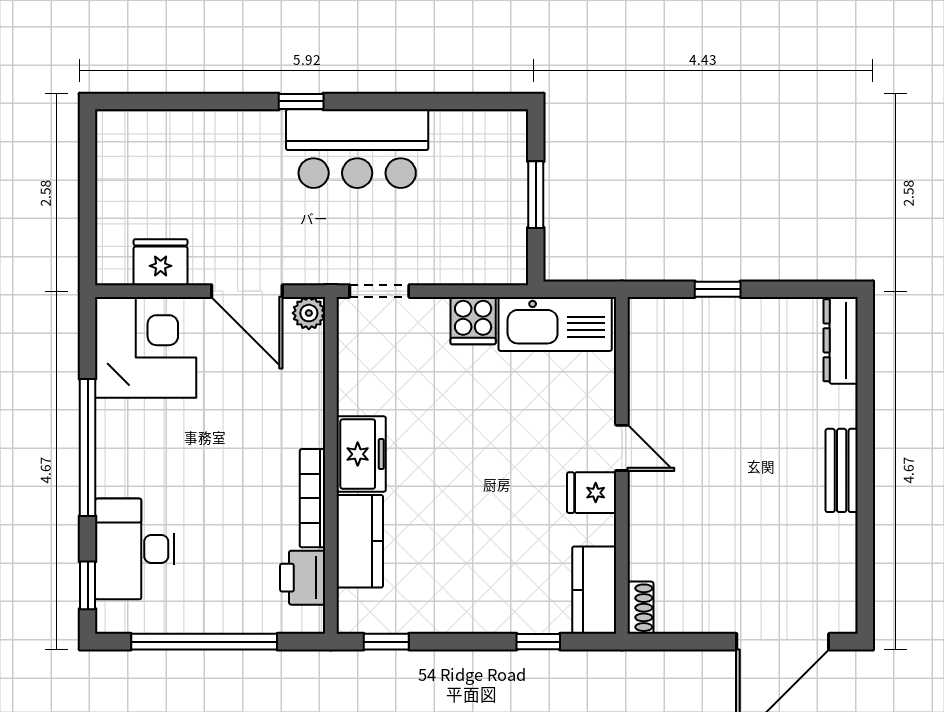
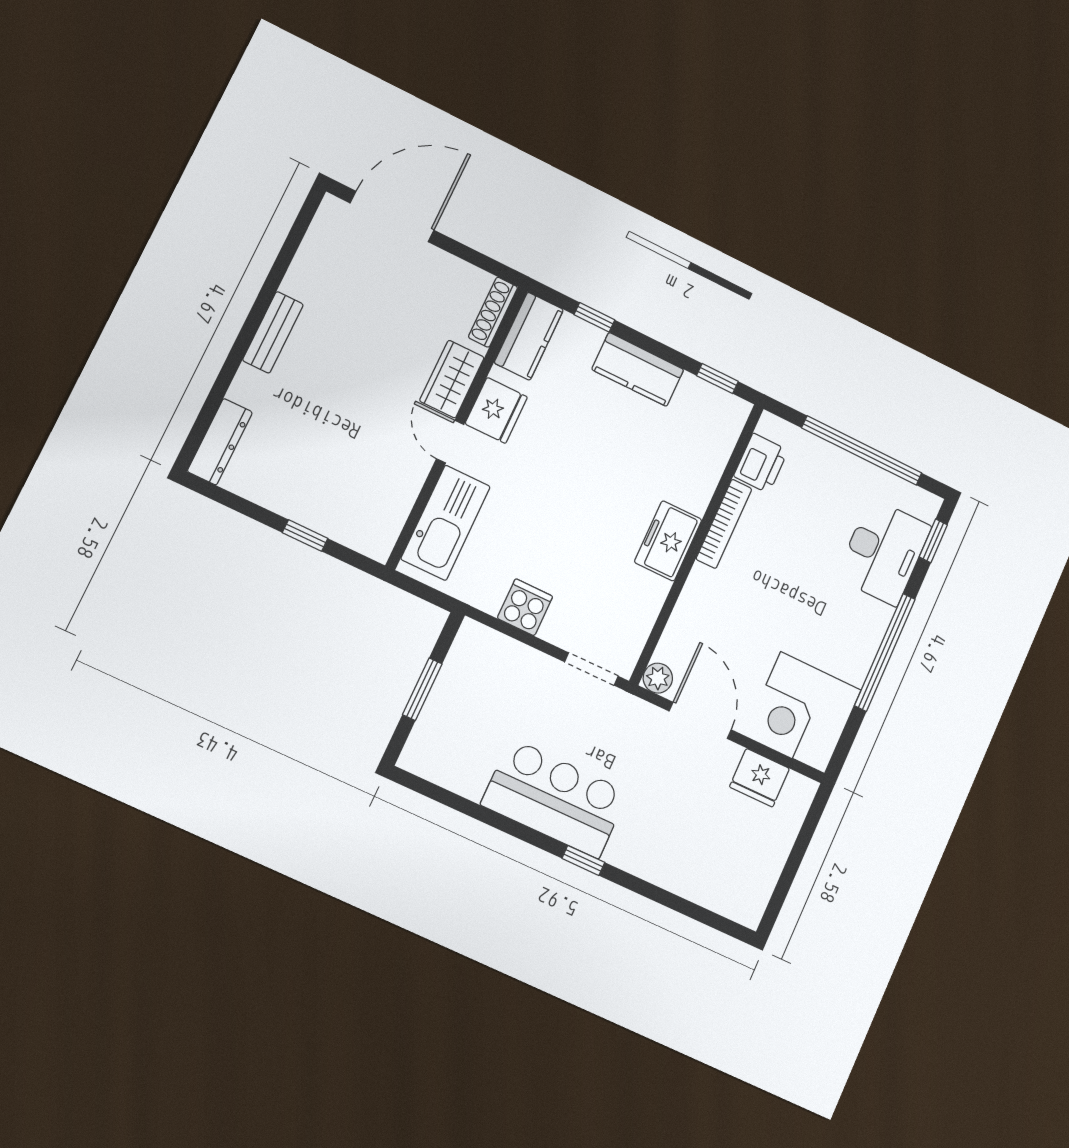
kitchen sink: (555, 324) -> (446, 523), moved, turned 90
fridge: (592, 493) -> (496, 410), width x1.38
wardrobe: (649, 510) -> (452, 379), added
kitchen counter: (360, 541) -> (638, 369), moved, turned -90
shoe rack: (640, 608) -> (493, 312), width x1.43

